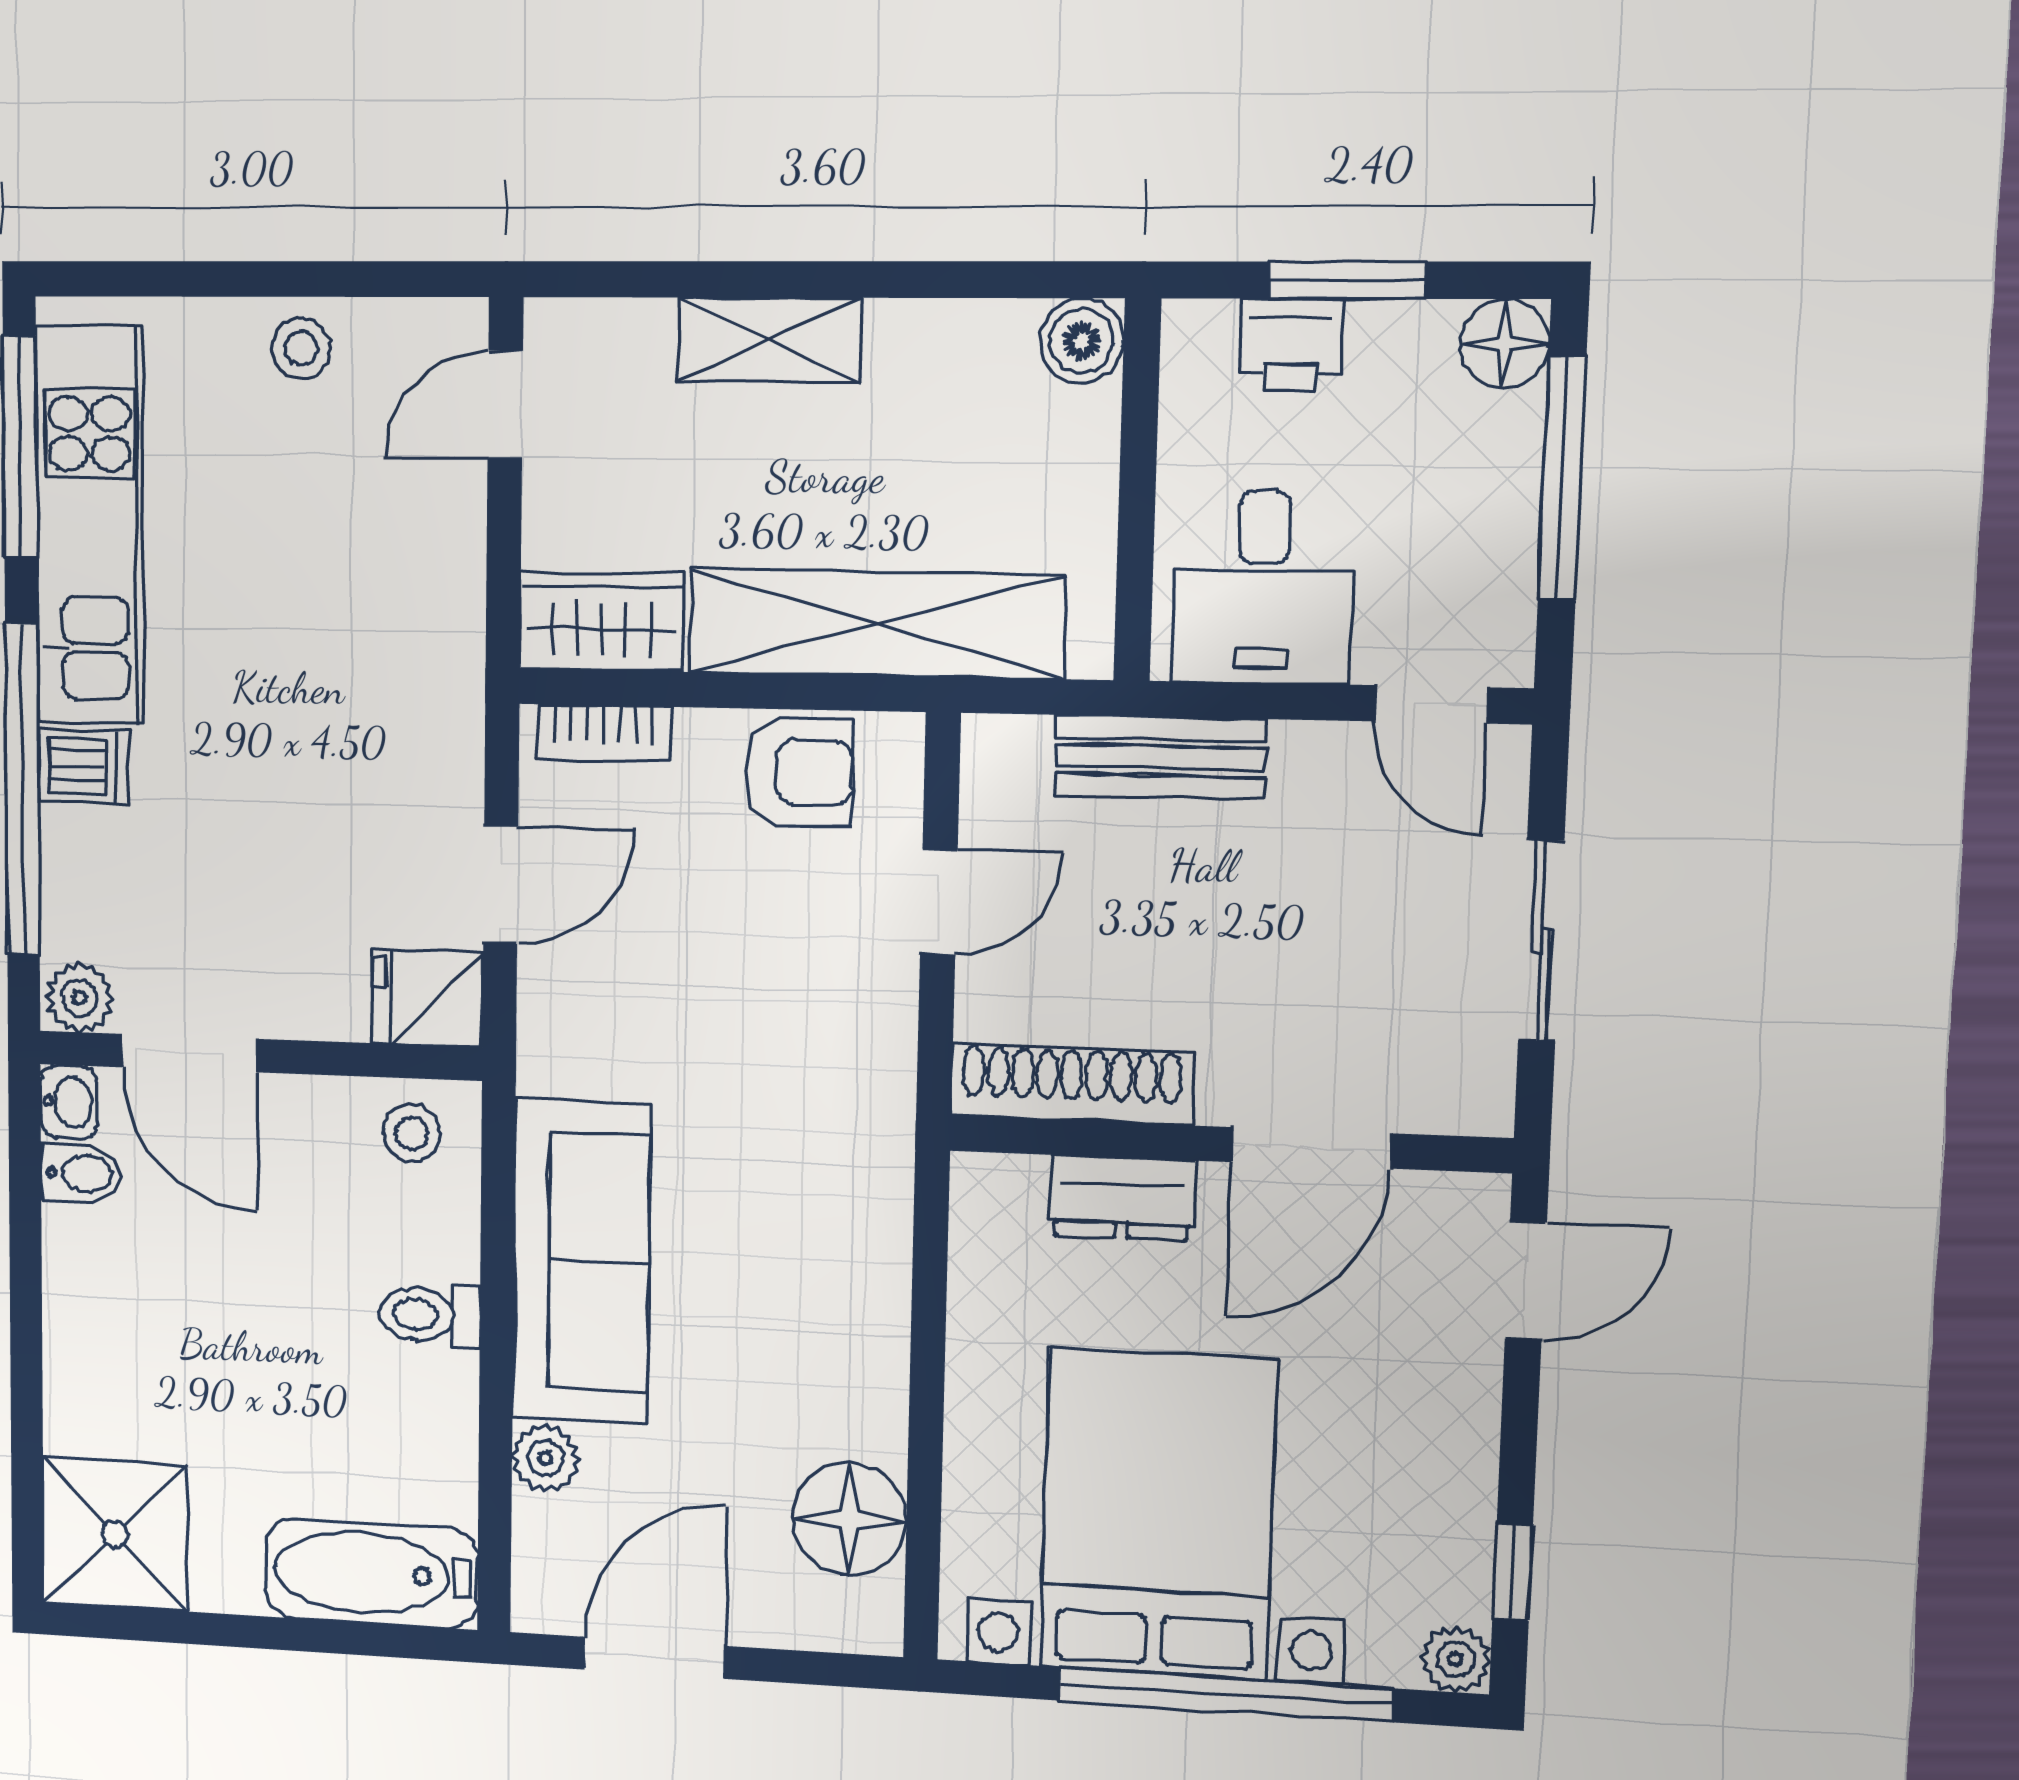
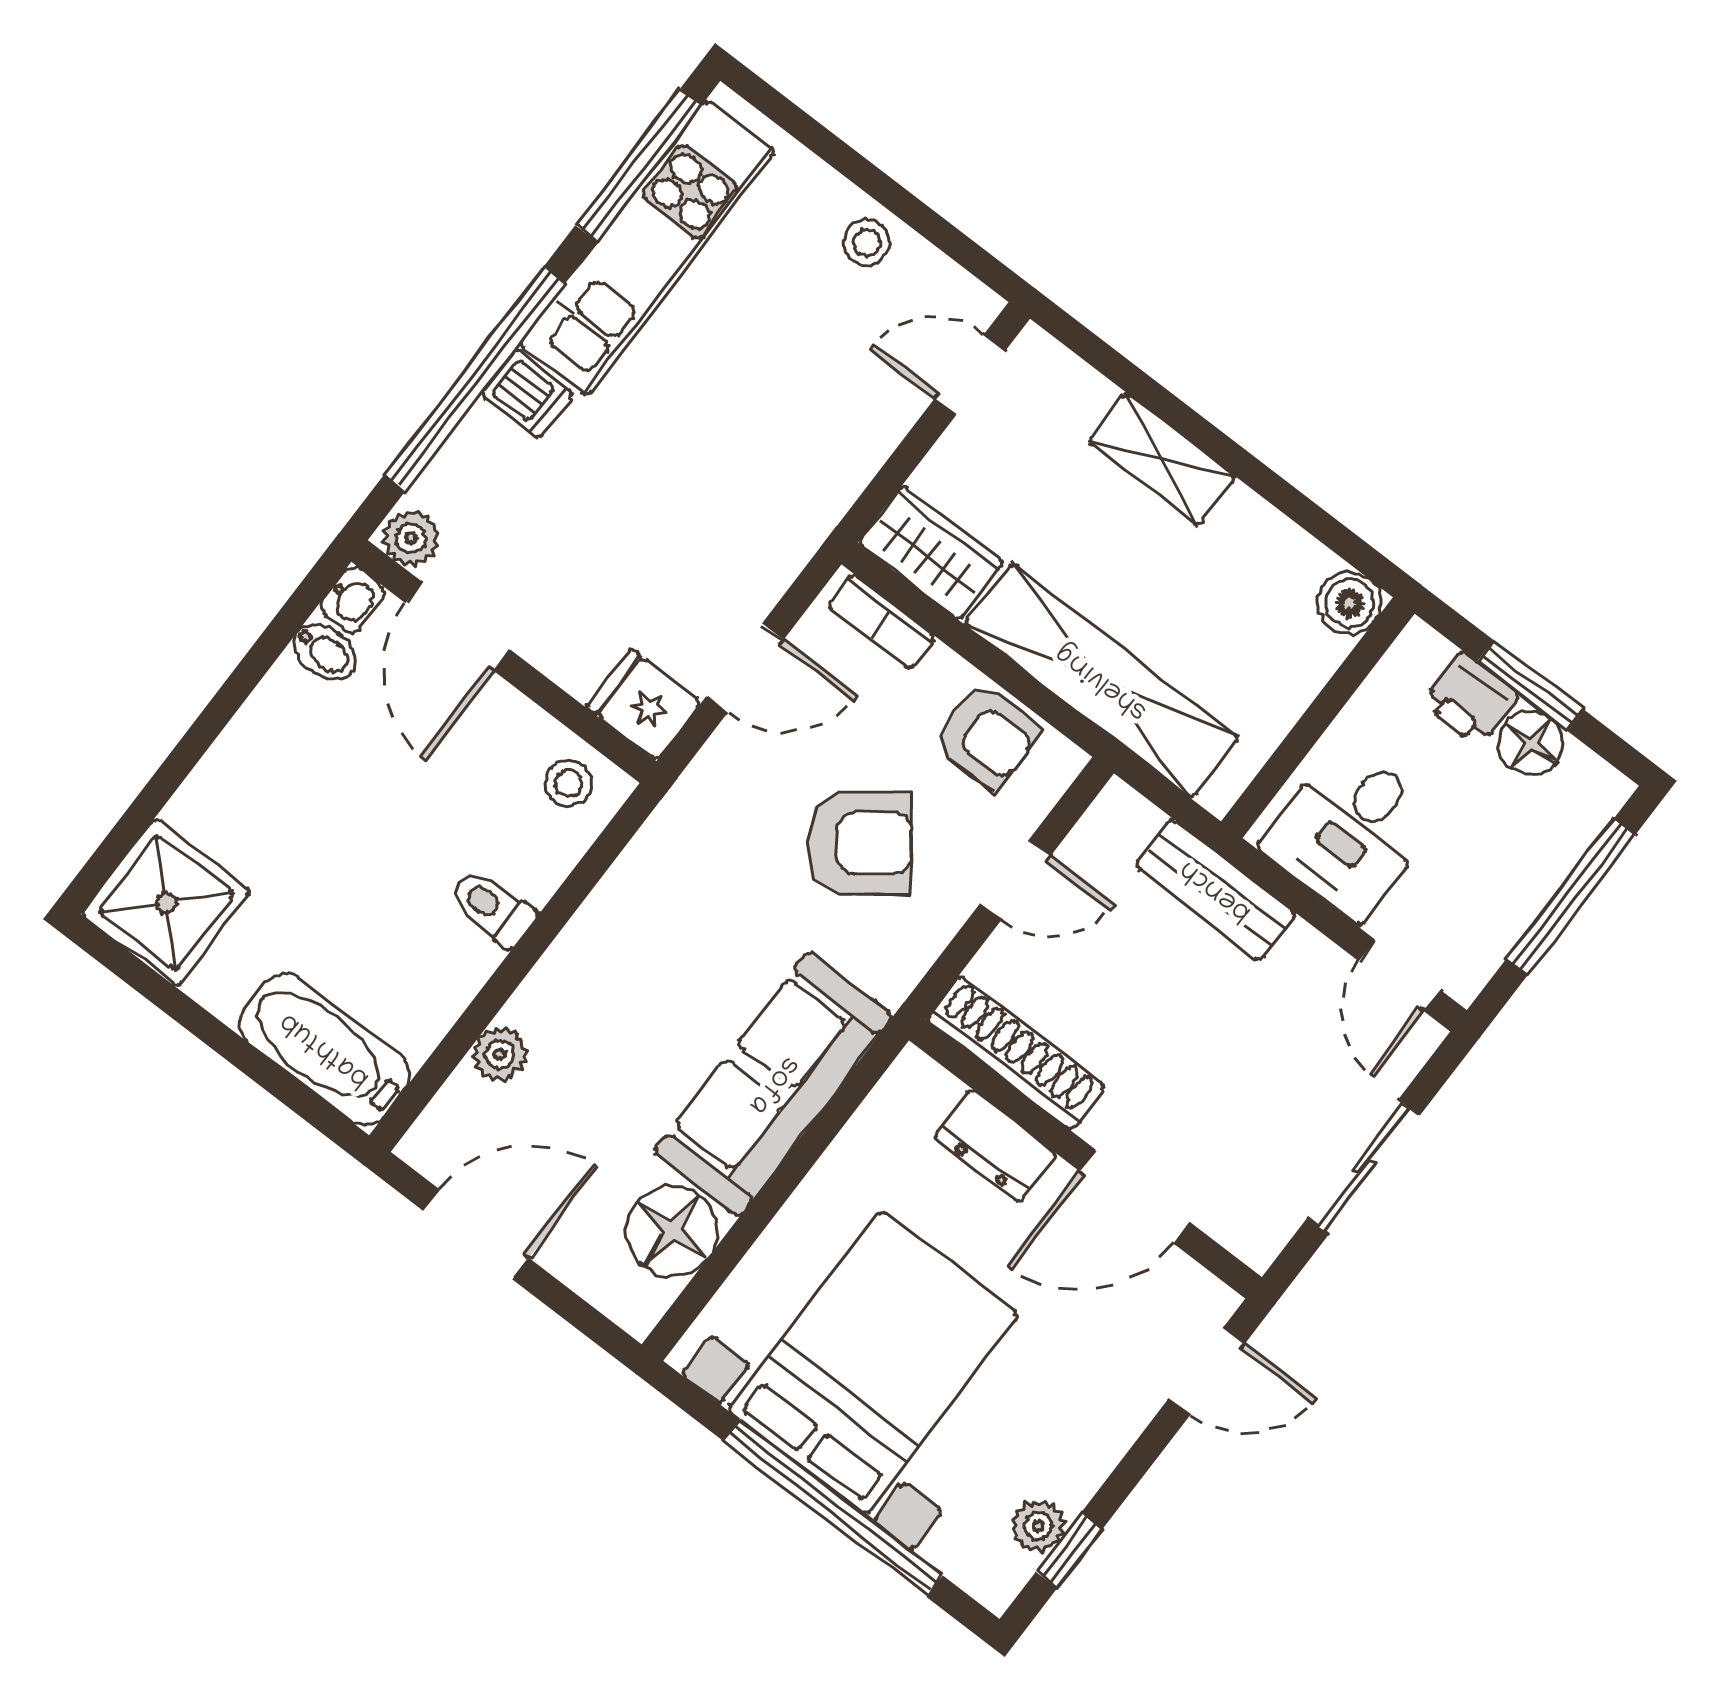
floor lamp: (1505, 343) -> (1531, 743), moved
armchair: (749, 981) -> (860, 843), added
sofa: (581, 1261) -> (773, 1084), moved, turned 180
plant: (1456, 1659) -> (1038, 1526), moved

